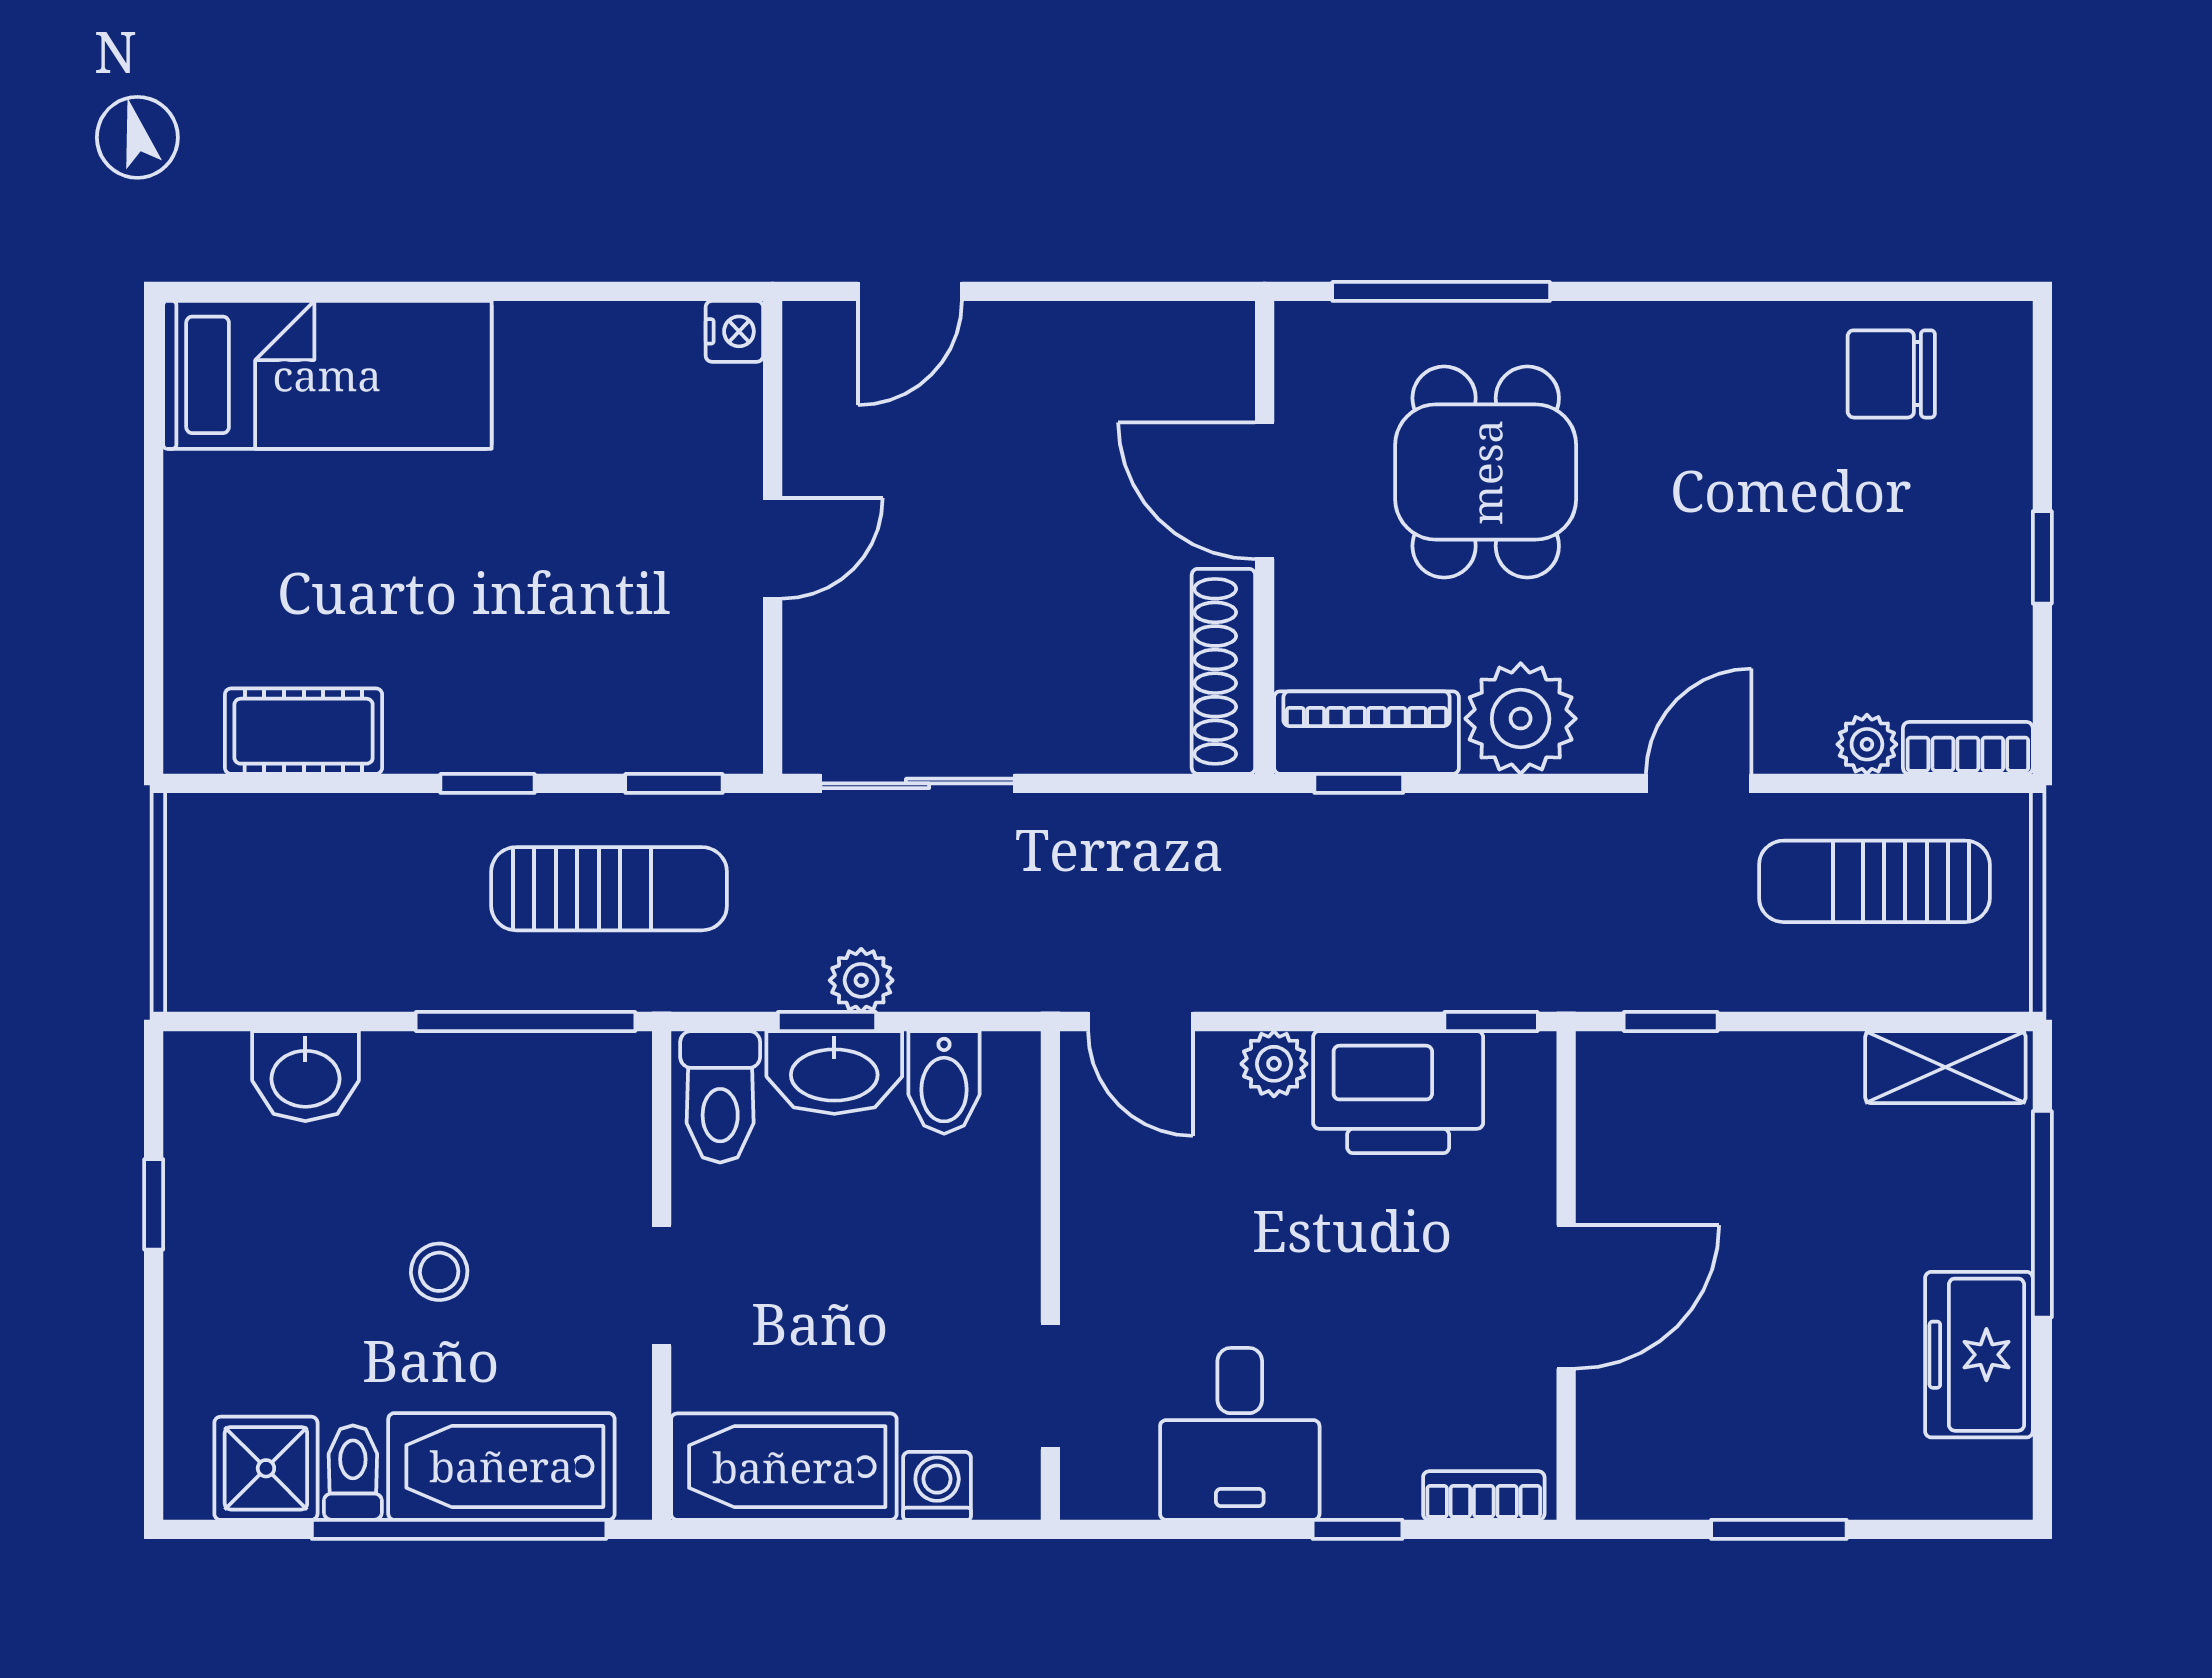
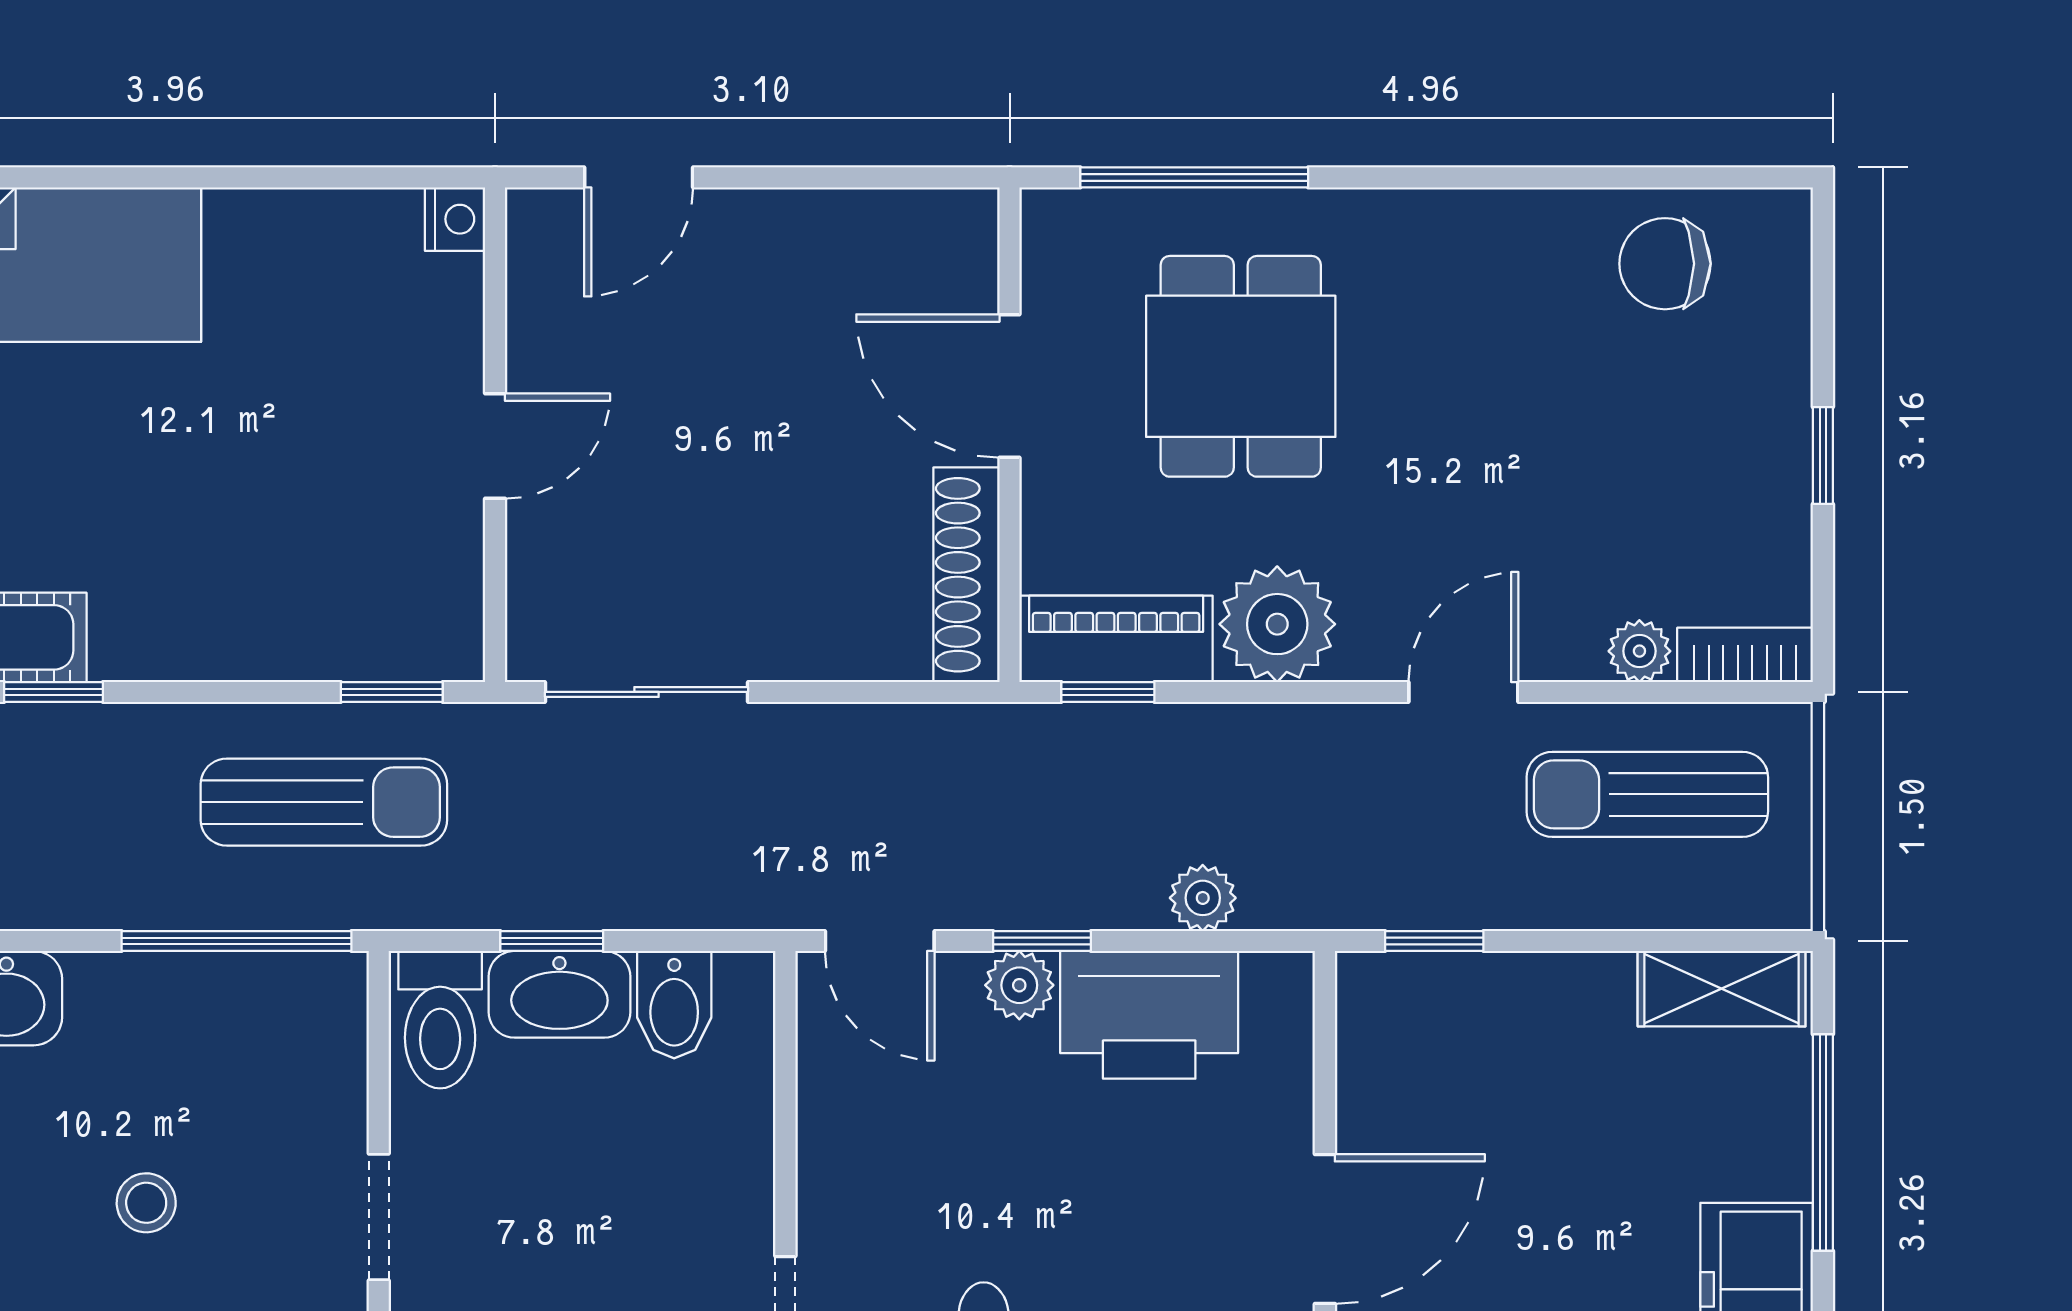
window: (487, 783) -> (53, 692), moved
plant: (861, 980) -> (1203, 898), moved
window: (1491, 1022) -> (1042, 941), moved

